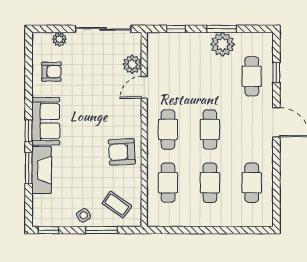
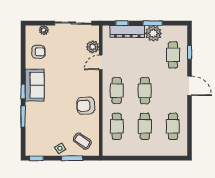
dresser: (184, 41) -> (127, 31), added
fireplace: (42, 170) -> (32, 118), removed

